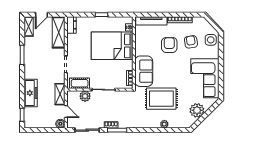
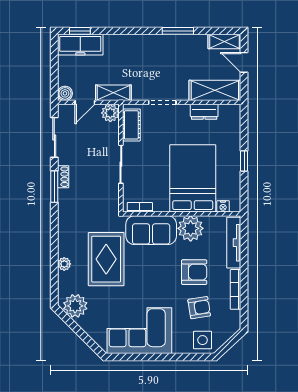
dresser: (72, 25) -> (204, 112), moved
plant: (143, 47) -> (191, 228), added
freezer: (31, 93) -> (80, 45), moved
plant: (85, 96) -> (110, 113), moved
plant: (197, 110) -> (75, 306), moved

